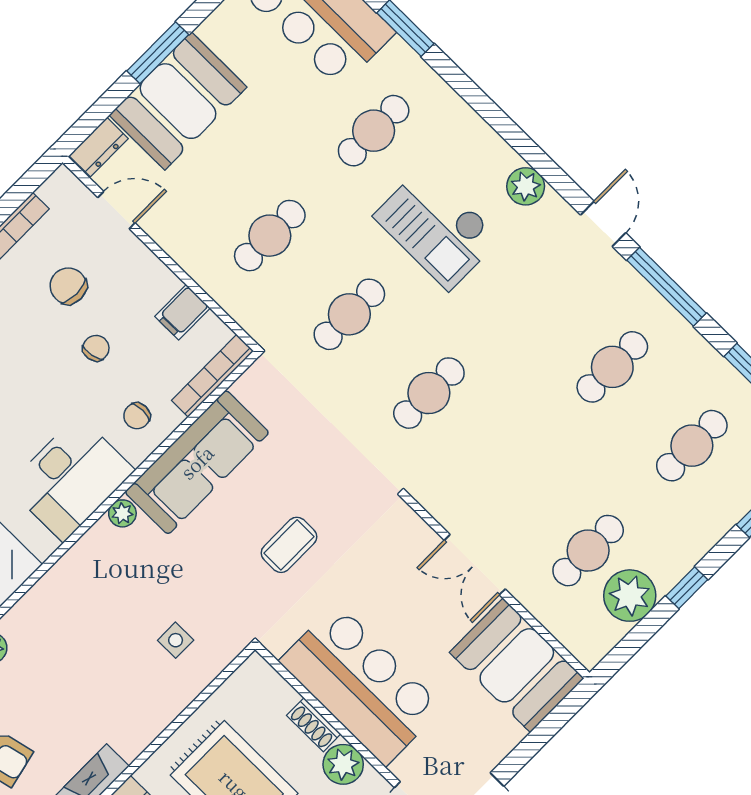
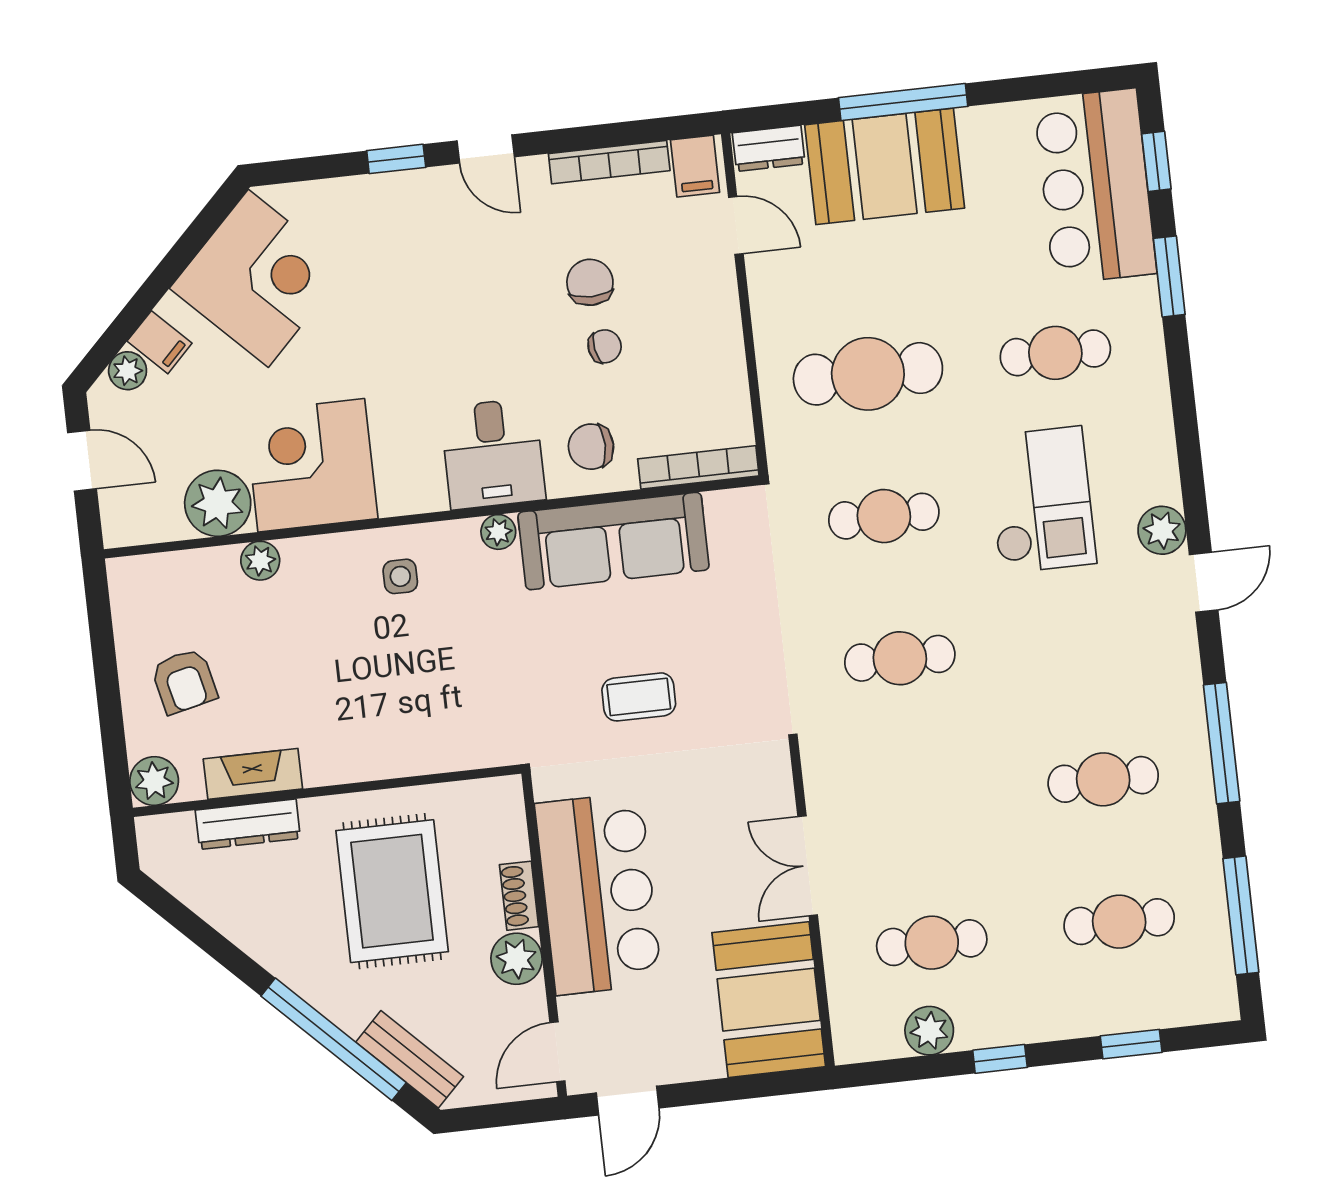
window: (158, 53) -> (903, 102), width x1.44
door: (603, 224) -> (1204, 582), moved
checkout: (437, 227) -> (1041, 500), turned 180
cafe table: (270, 236) -> (868, 374), width x1.37, depth x1.35
chair: (68, 286) -> (590, 282), moved
filing cabinet: (182, 312) -> (695, 166), moved, turned -90
chair: (137, 416) -> (591, 447), width x1.37, depth x1.37
desk: (71, 478) -> (493, 454), width x0.73
plant: (630, 596) -> (929, 1031), width x0.73, depth x0.73
side table: (176, 640) -> (400, 576), moved

